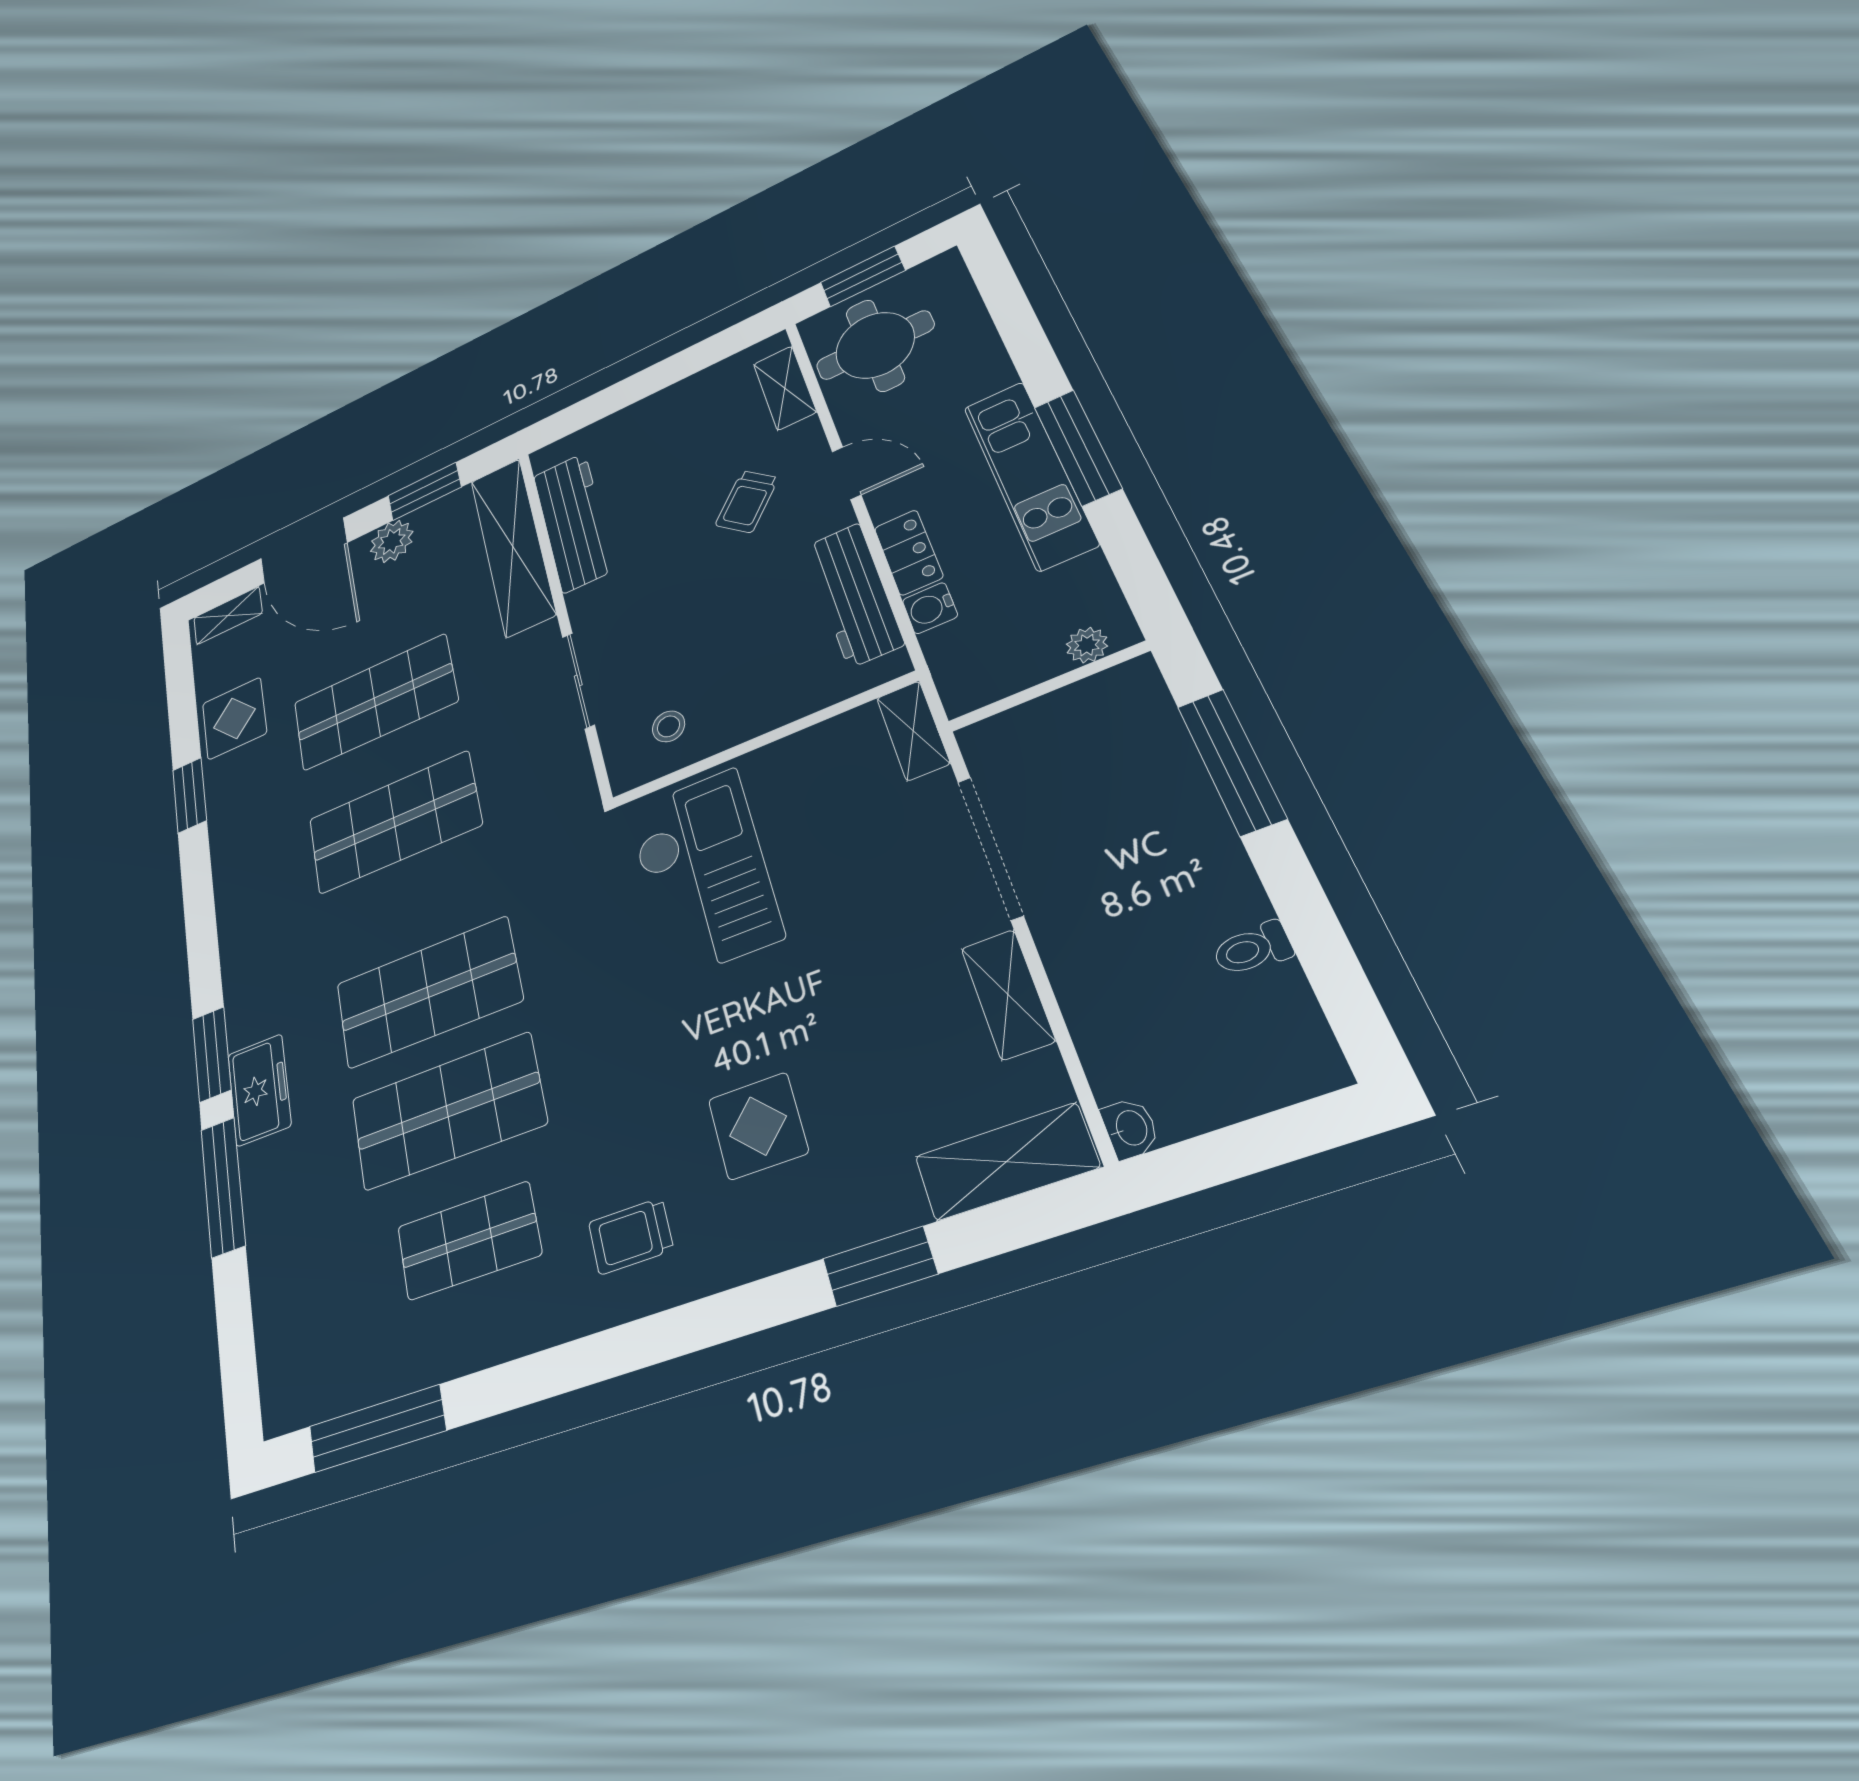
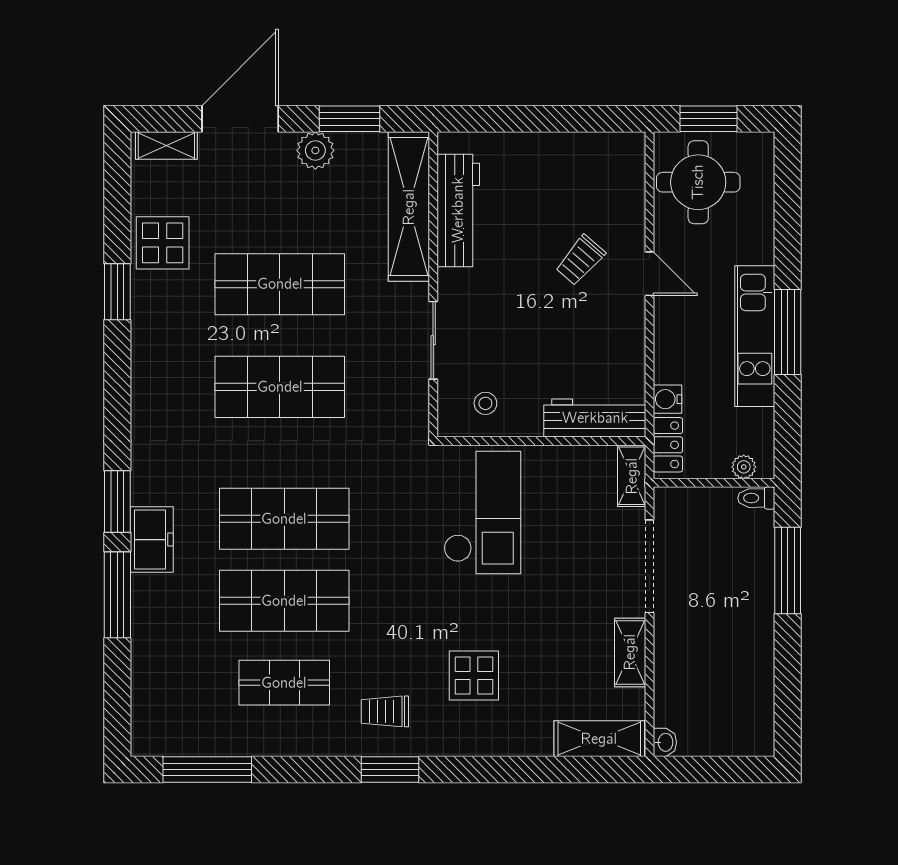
shelving: (785, 388) -> (631, 182), removed
door: (304, 551) -> (240, 119), swing flipped
locker: (908, 552) -> (668, 445), moved
workbench: (854, 595) -> (595, 418), moved, turned 90
toilet: (1252, 949) -> (756, 498), moved
window: (880, 1266) -> (390, 770), moved

